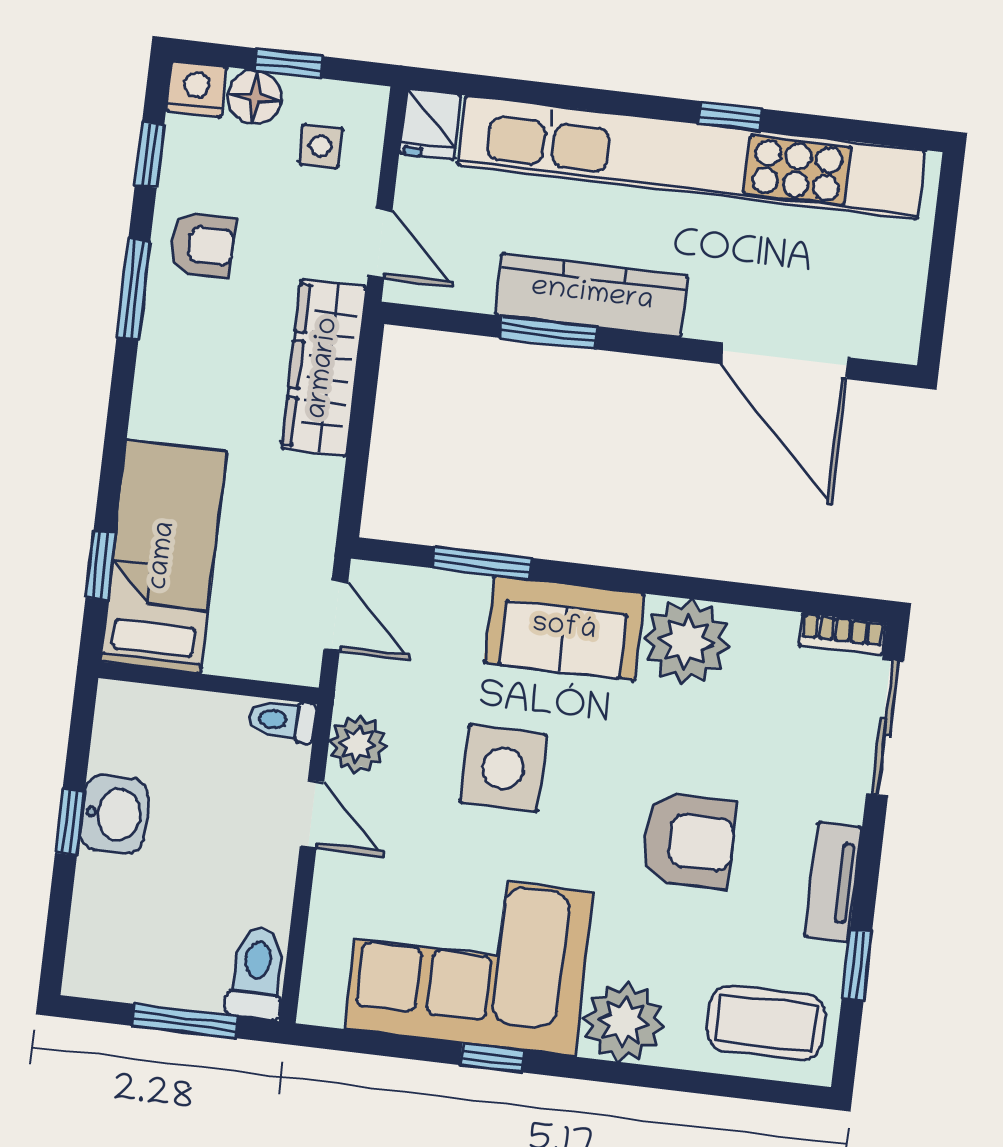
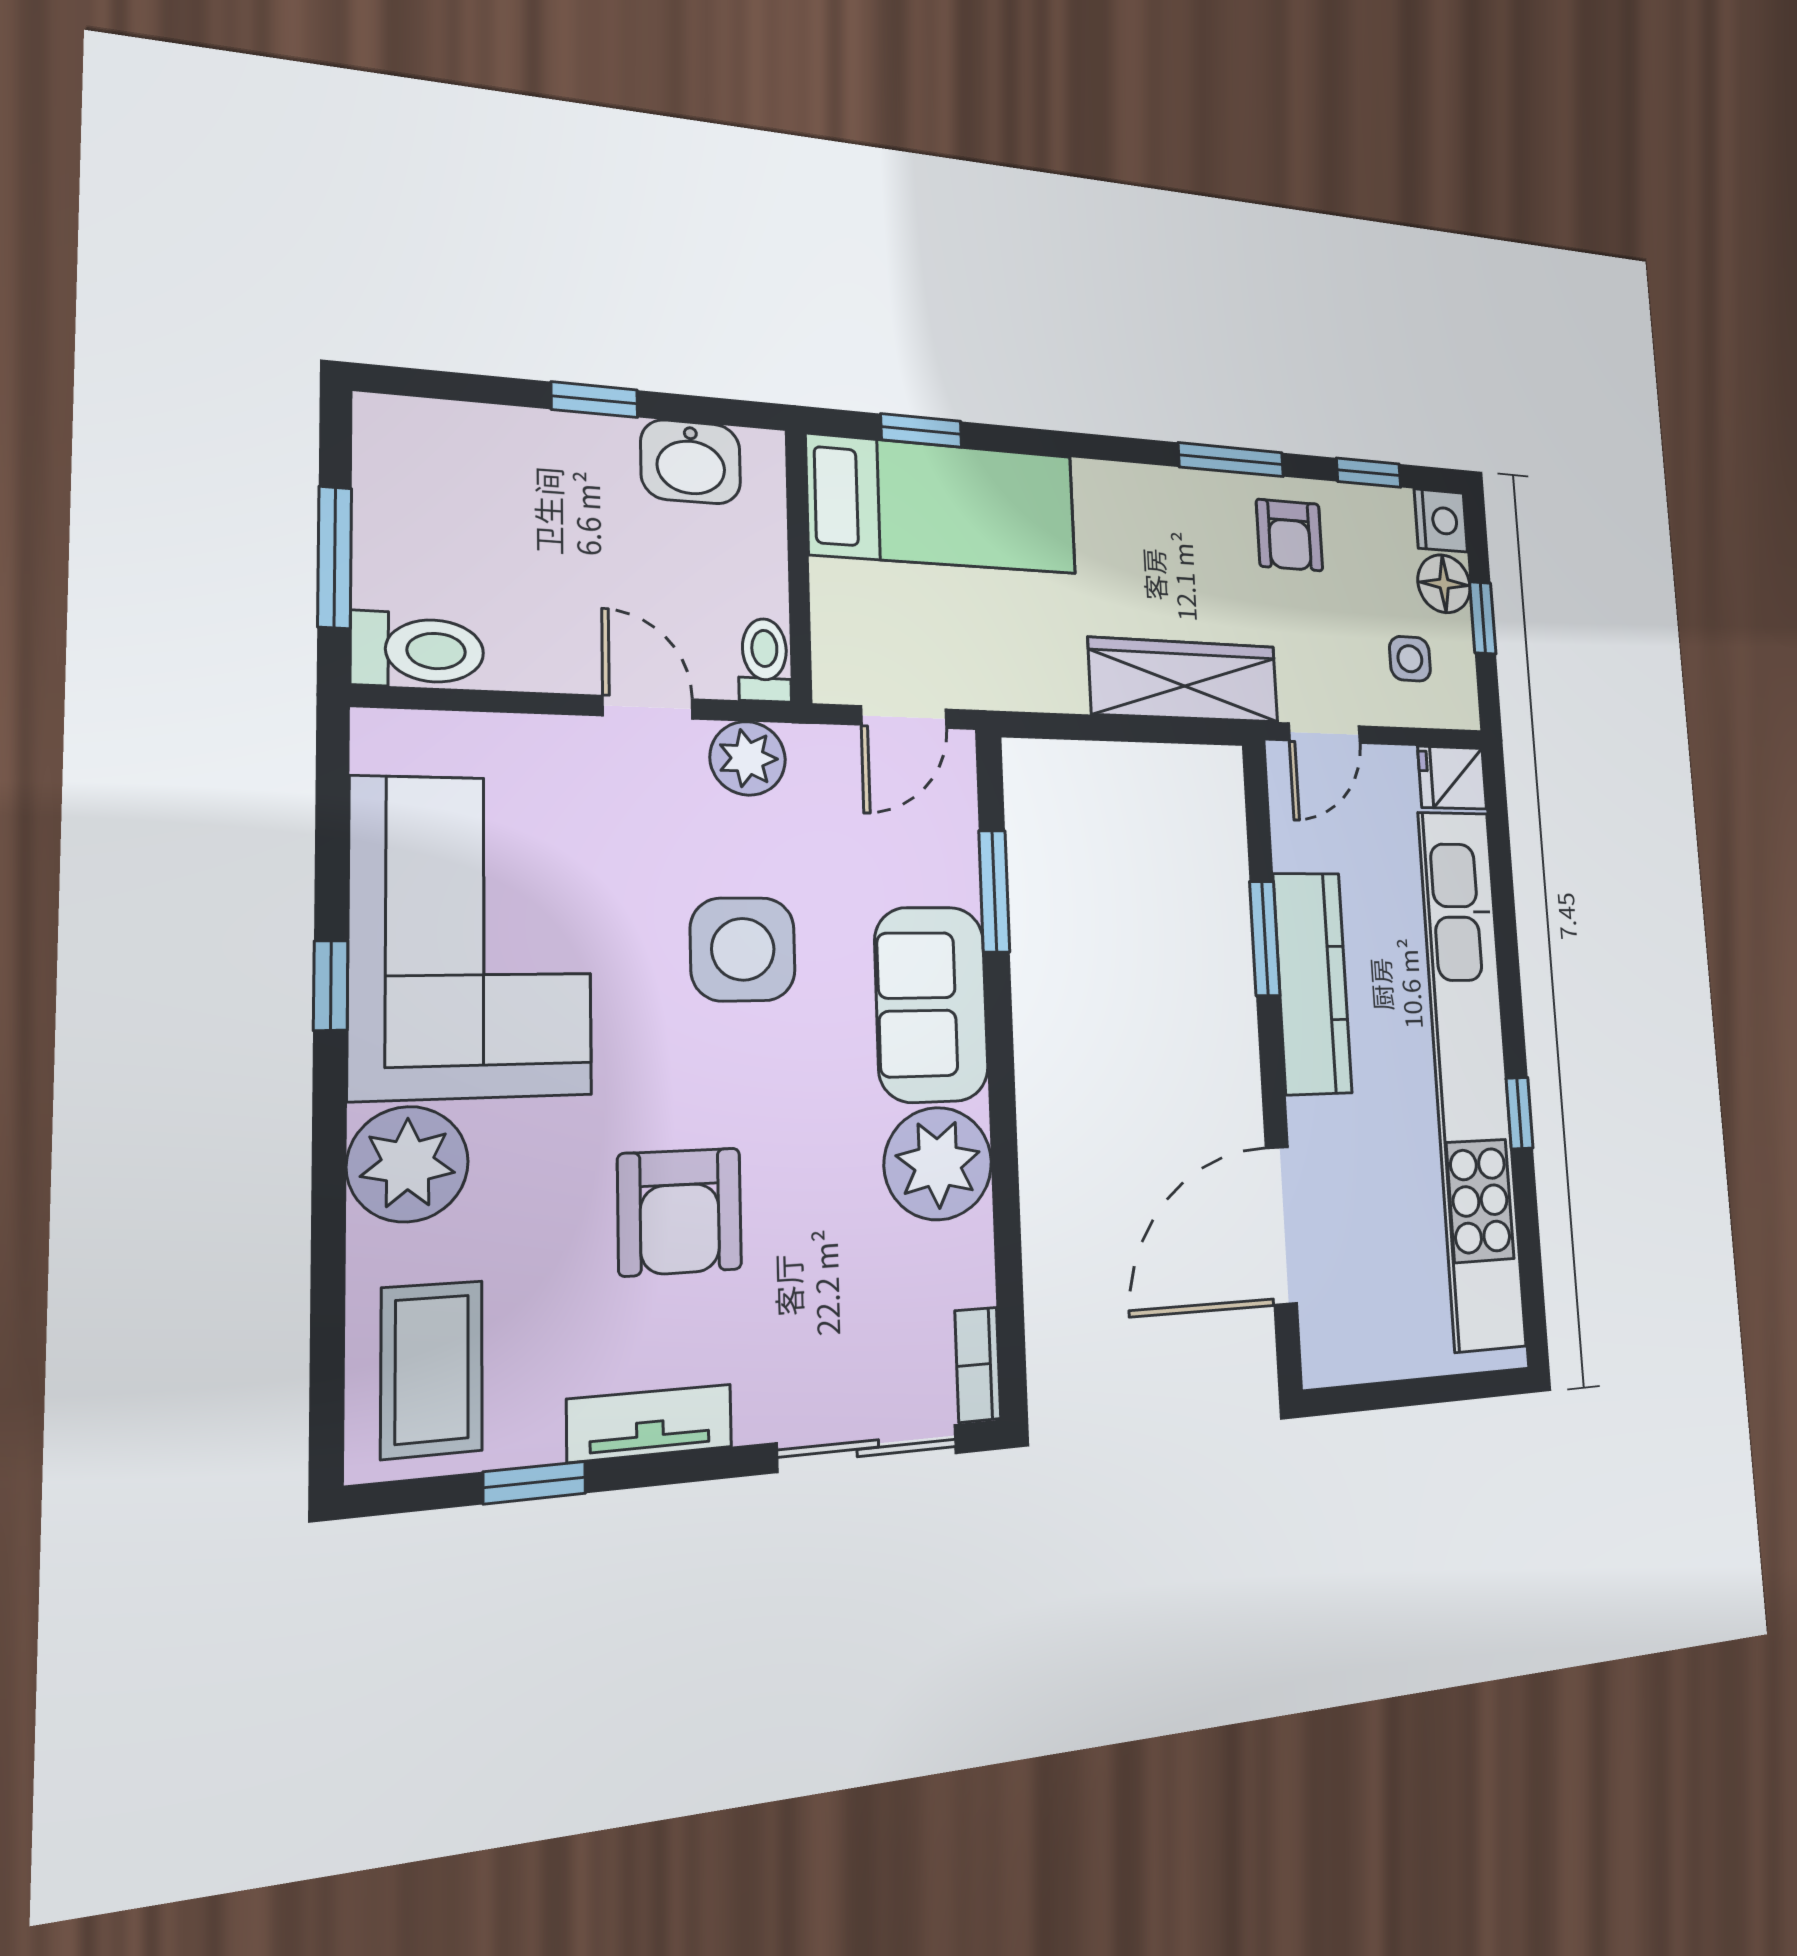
washbasin: (114, 814) -> (691, 462), moved
door: (312, 814) -> (648, 707), swing flipped

